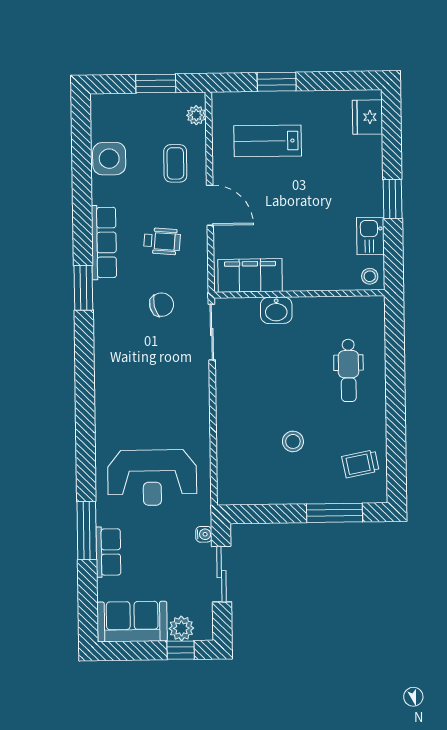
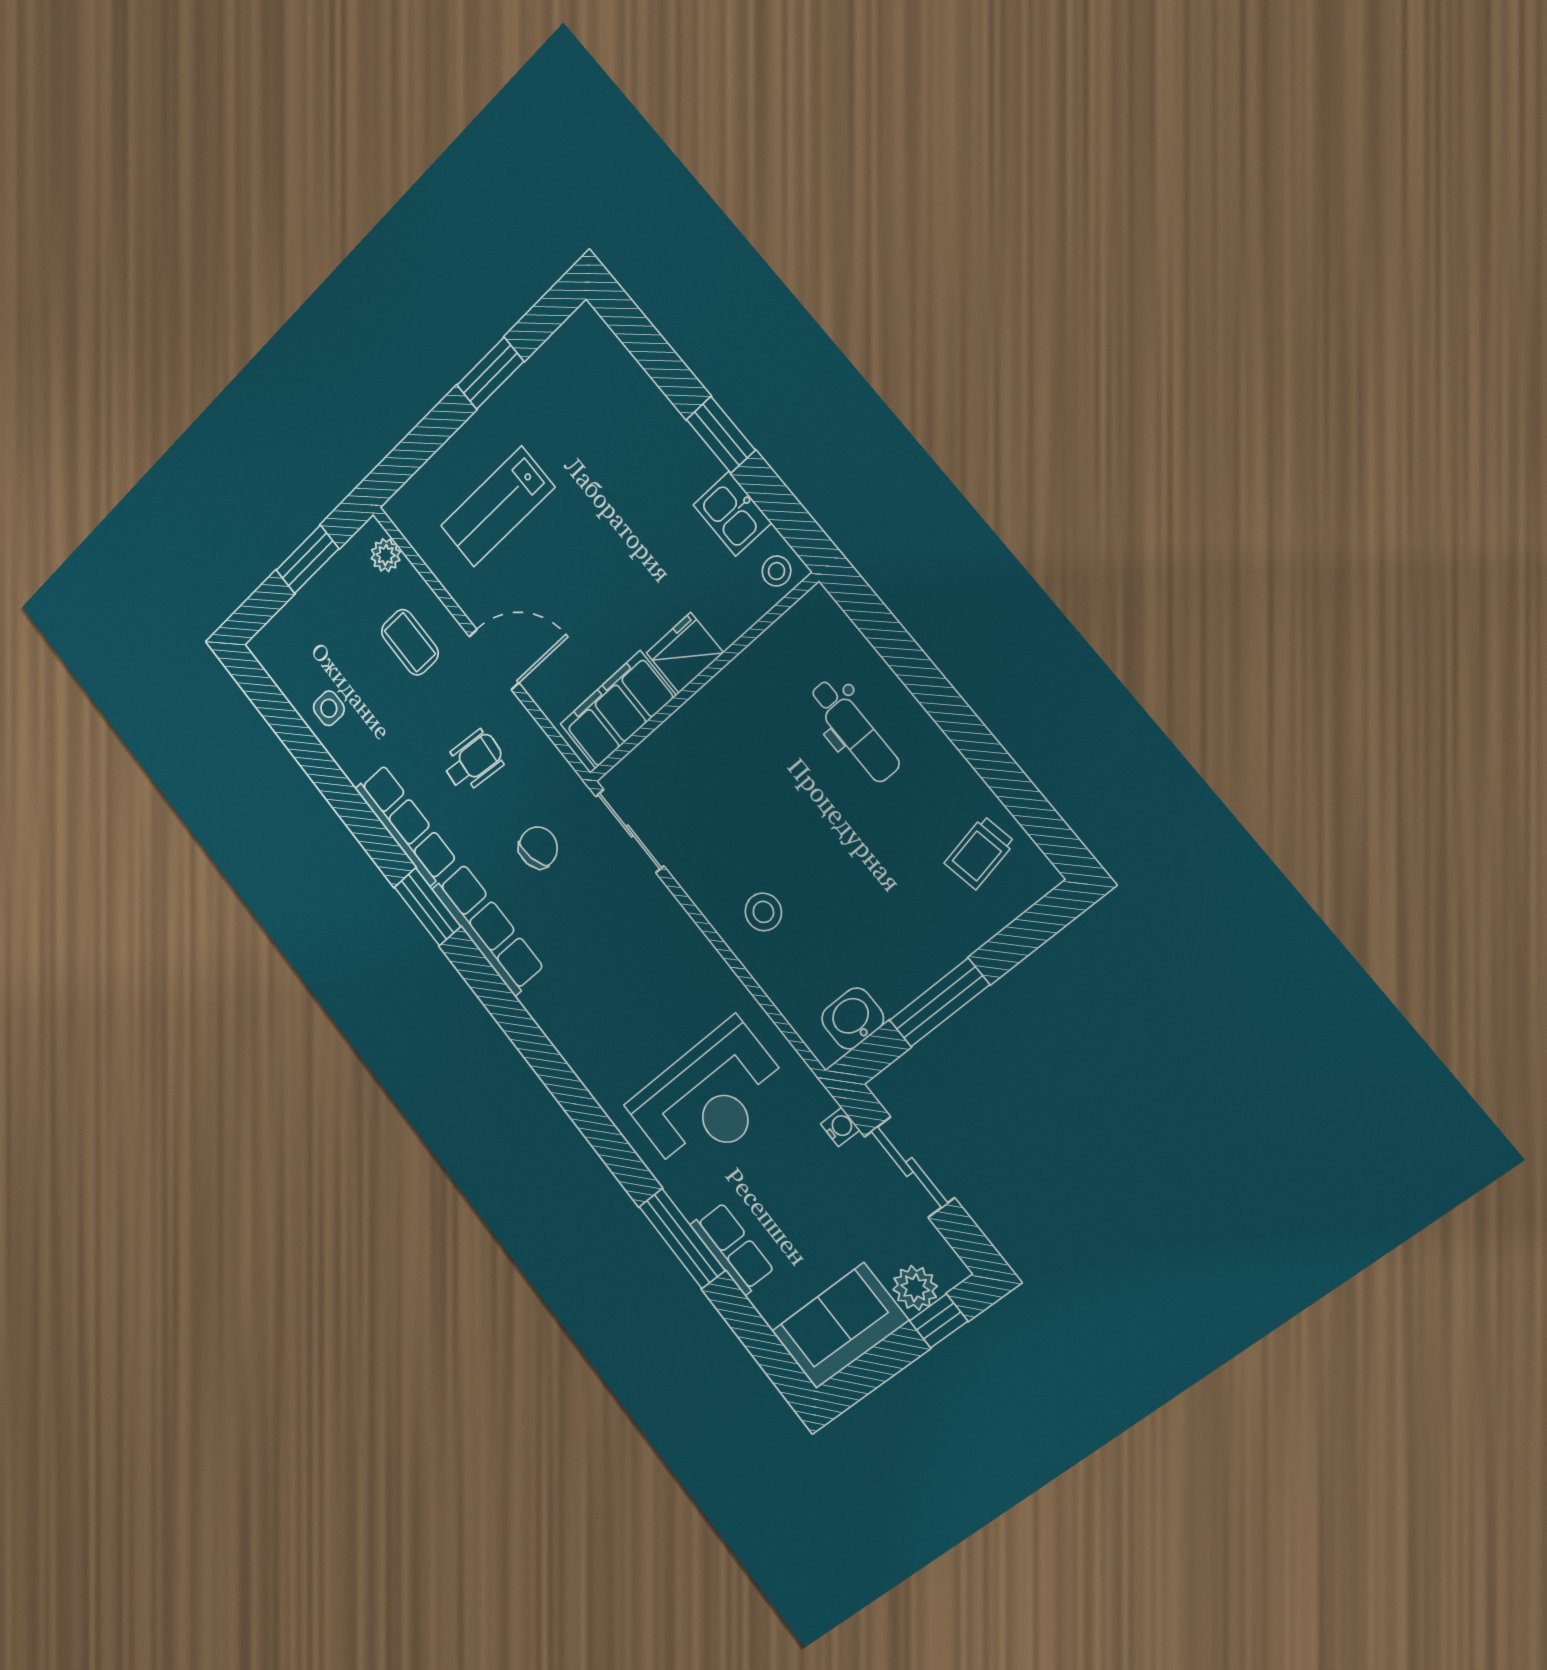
window: (277, 82) -> (490, 373), moved
fridge: (368, 117) -> (685, 653), moved, turned 90
side table: (109, 159) -> (329, 708), width x0.54, depth x0.54
washbasin: (276, 310) -> (853, 1019), moved, turned 180
row of seats: (106, 322) -> (488, 929), added
stool: (293, 441) -> (763, 912), moved
window: (334, 513) -> (939, 1003), moved

